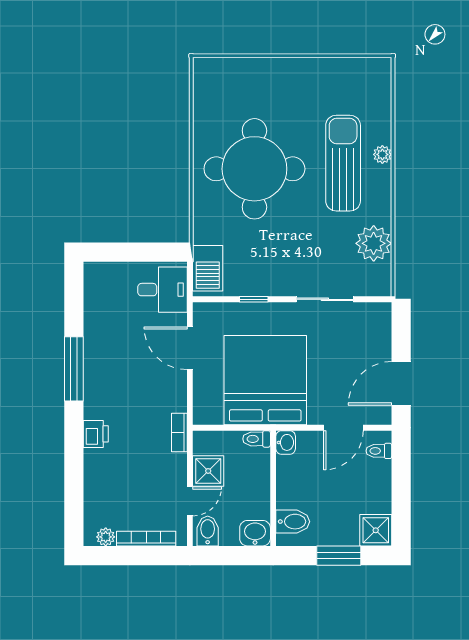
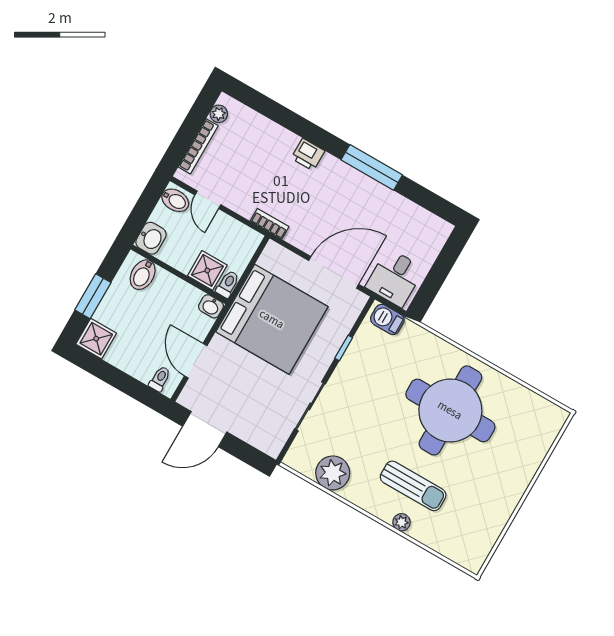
sun lounger: (343, 163) -> (413, 486), width x0.73, depth x0.75
barbecue: (208, 268) -> (387, 319), width x0.73, depth x0.79
door: (190, 348) -> (334, 272), width x1.36
door: (401, 383) -> (205, 429), swing flipped
shower: (208, 471) -> (207, 270), moved

